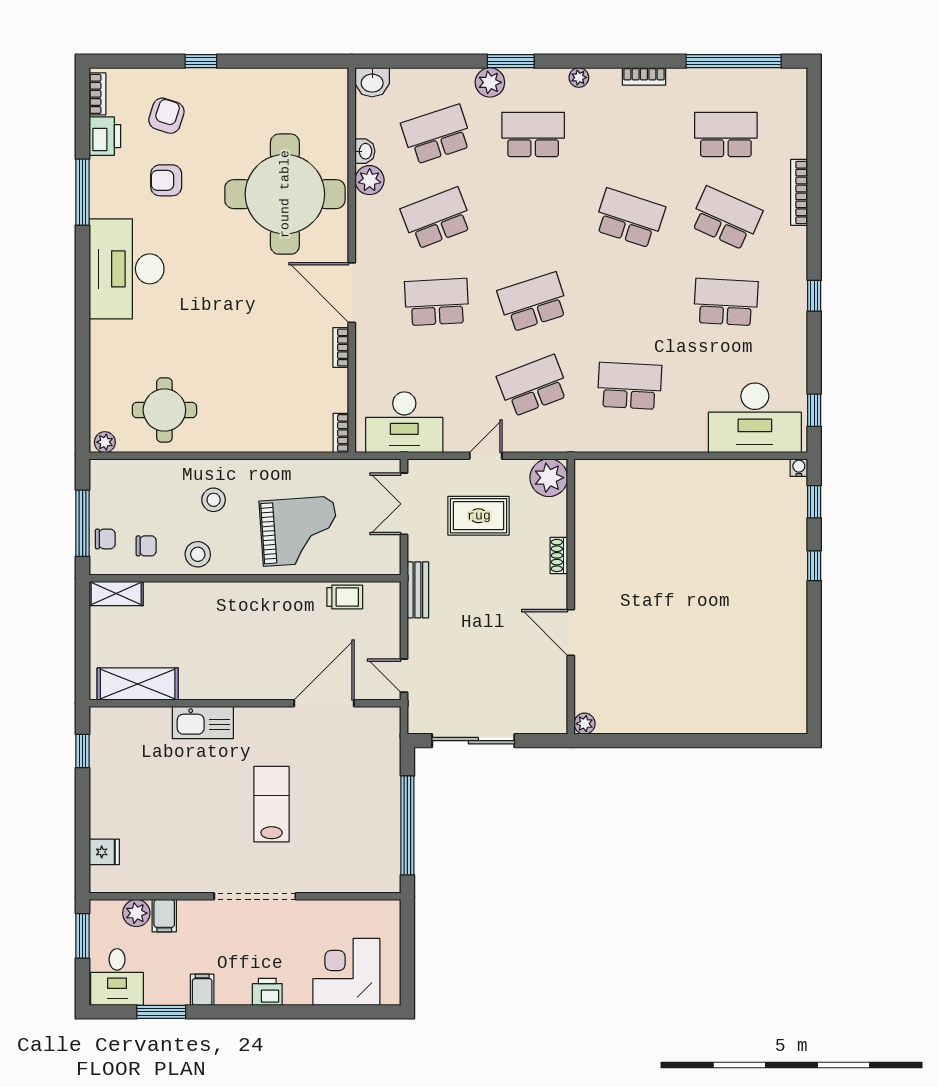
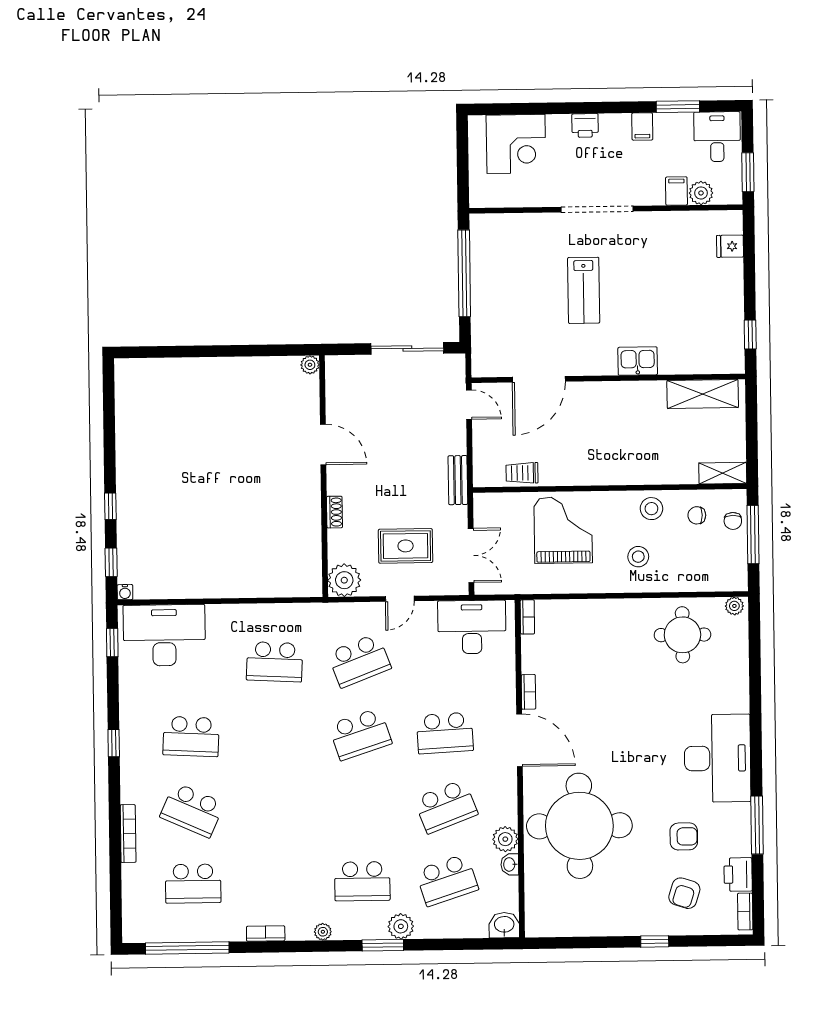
school desk: (629, 218) -> (277, 809), removed
grand piano: (299, 531) -> (563, 530), turned 94
chair: (105, 539) -> (733, 521), turned -90
kitchen sink: (203, 723) -> (638, 361), width x0.73

